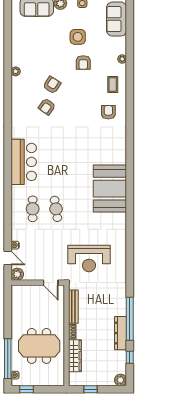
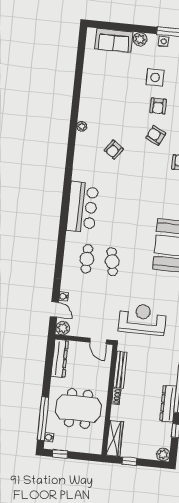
plant: (16, 71) -> (82, 126), moved
armchair: (52, 85) -> (156, 135), moved, turned -97
reception desk: (89, 259) -> (142, 319), turned 180
dresser: (17, 302) -> (60, 358), added
wardrobe: (75, 356) -> (115, 438), moved

